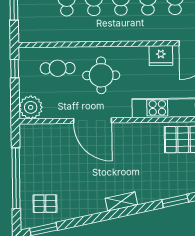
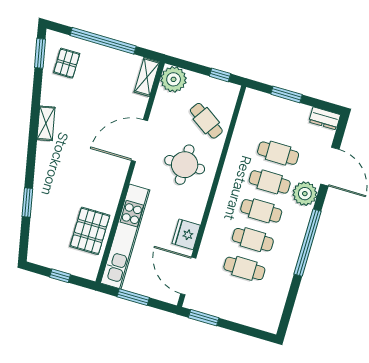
cafe table: (58, 68) -> (206, 121), turned -56
shelving: (36, 131) -> (147, 77), added
shelving: (121, 202) -> (46, 123), moved

